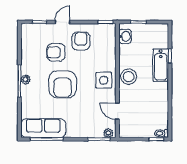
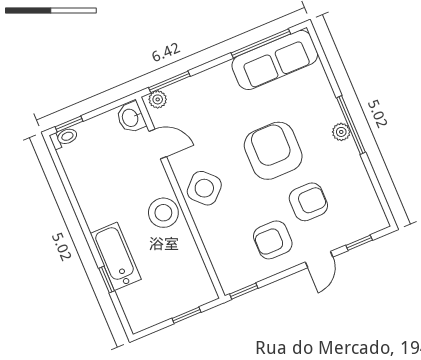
washbasin: (125, 36) -> (131, 118), moved
armchair: (81, 41) -> (273, 240), turned 90
side table: (104, 80) -> (204, 188), turned 45

